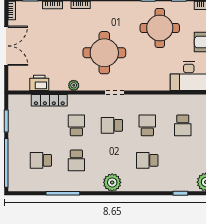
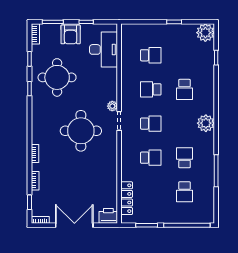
printer: (39, 83) -> (108, 216), moved, turned 90
plant: (74, 85) -> (112, 106), moved
locker: (49, 100) -> (127, 198), moved
school desk: (76, 125) -> (151, 158), turned 180
school desk: (112, 125) -> (151, 124), turned -90
school desk: (76, 160) -> (185, 158), turned -90

